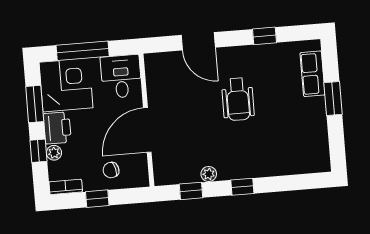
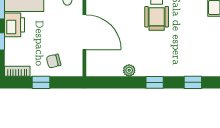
door: (147, 130) -> (84, 32), swing flipped
plant: (54, 153) -> (10, 44), removed
window: (191, 191) -> (193, 82), moved

